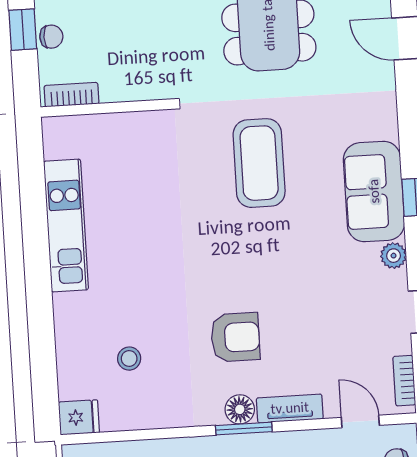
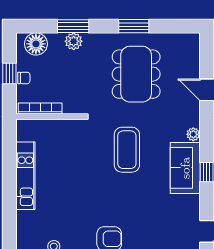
bookcase: (72, 95) -> (40, 109), width x1.56
plant: (394, 256) -> (193, 134), moved

